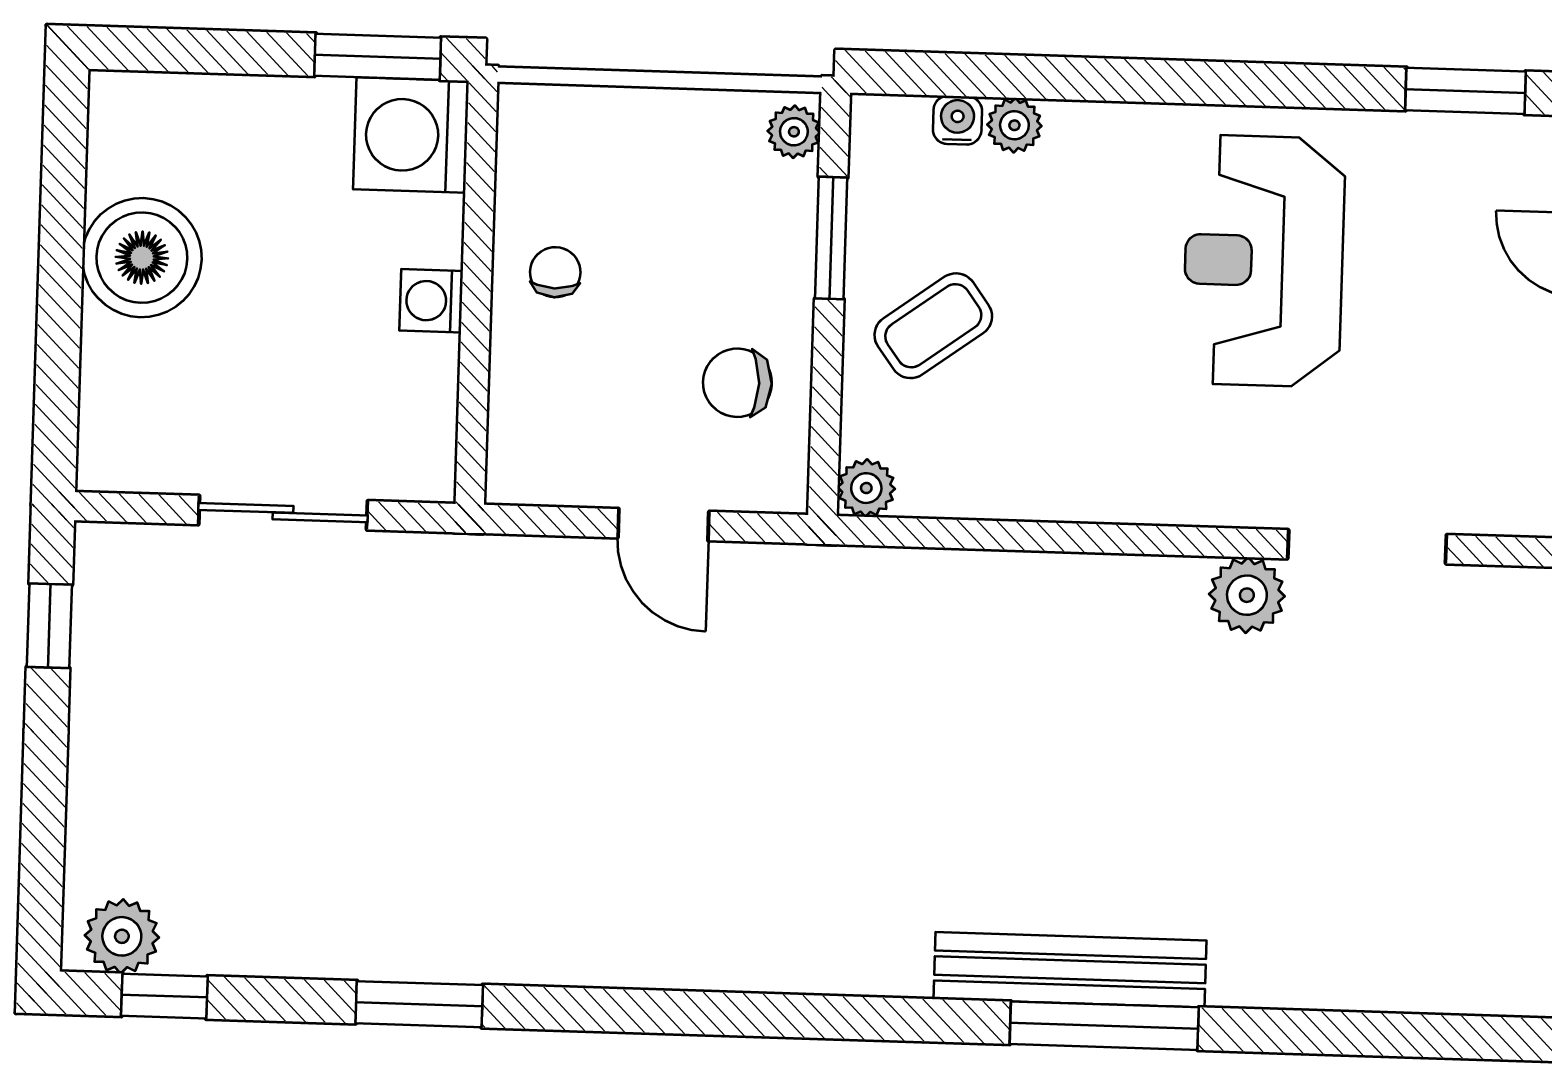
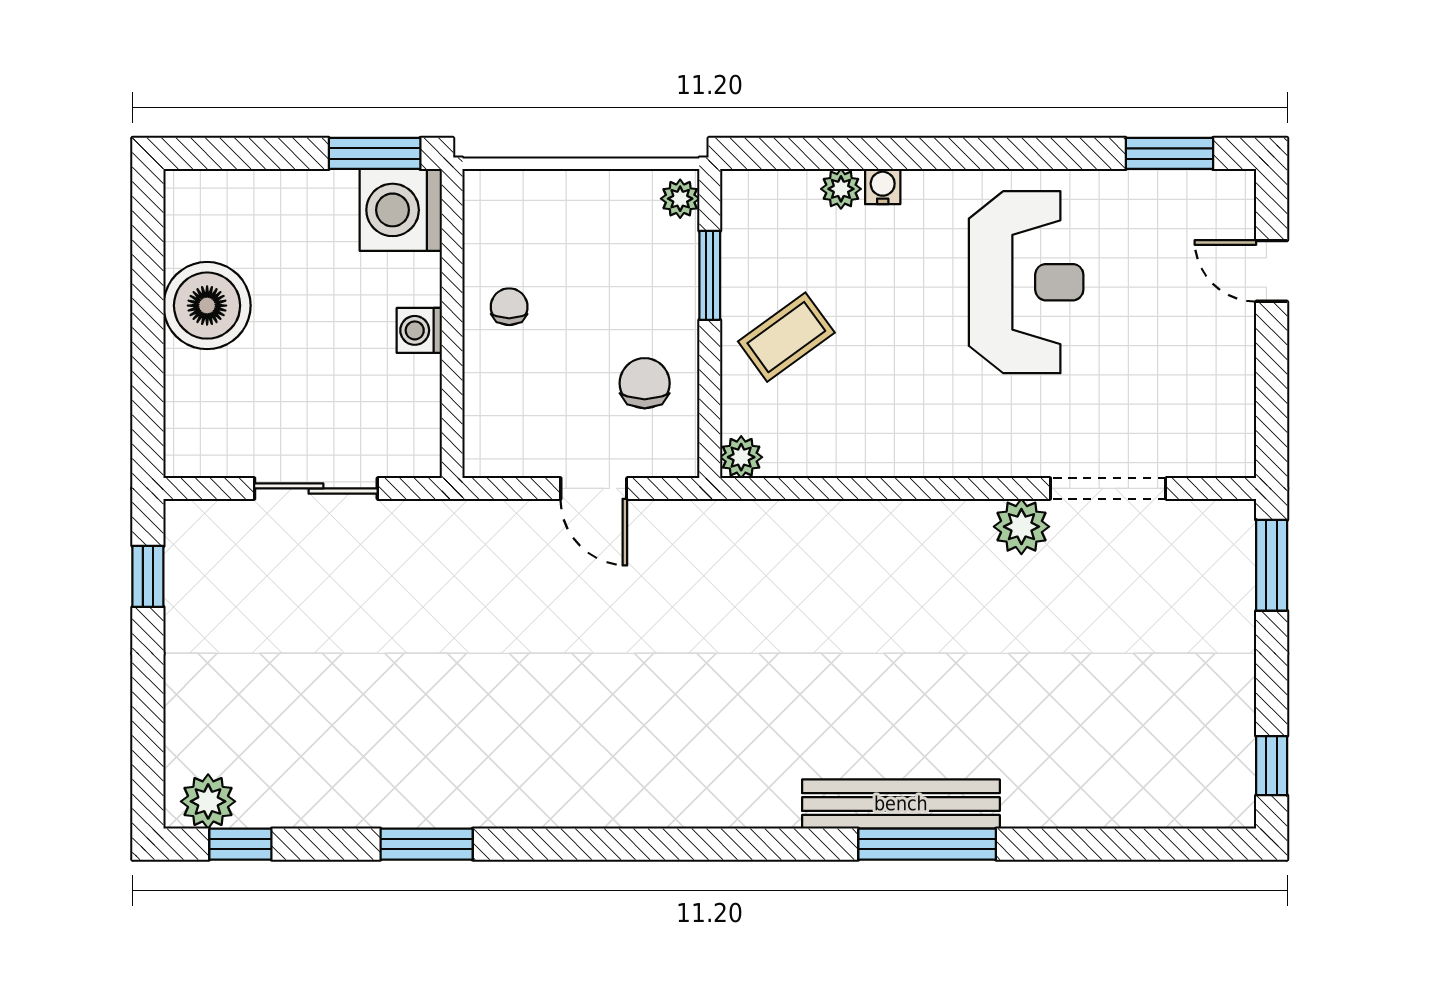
water cooler: (957, 120) -> (883, 187), moved
reception desk: (1264, 261) -> (1026, 282), turned 180
chair: (737, 383) -> (645, 383), turned 90

